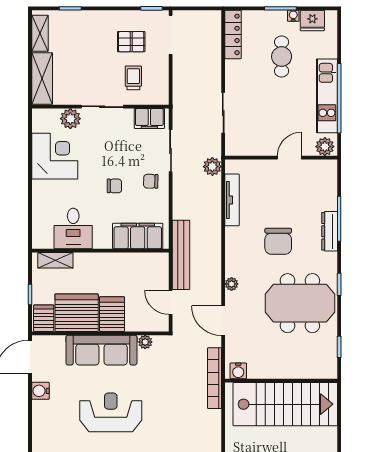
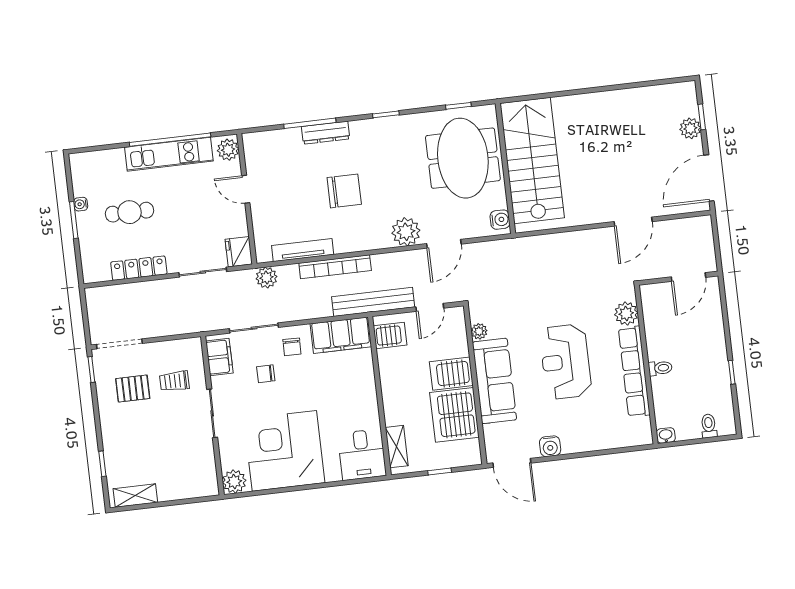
fridge: (312, 20) -> (239, 252), moved, turned 180
locker: (233, 34) -> (139, 268), moved
pallet: (131, 42) -> (133, 389), turned 90
shelving: (42, 79) -> (188, 487), removed
plant: (70, 119) -> (234, 482), moved
corner desk: (55, 156) -> (284, 451), width x1.36, depth x1.36
chair: (114, 186) -> (266, 374), moved, turned -90
desk: (73, 229) -> (362, 455), moved, turned 90
filing cabinet: (138, 236) -> (341, 335), moved, turned -90
plant: (232, 284) -> (406, 232), width x1.88, depth x1.88
meeting table: (300, 303) -> (463, 158), moved
server rack: (44, 318) -> (390, 335), moved, turned 180
bookcase: (215, 378) -> (335, 267), moved

